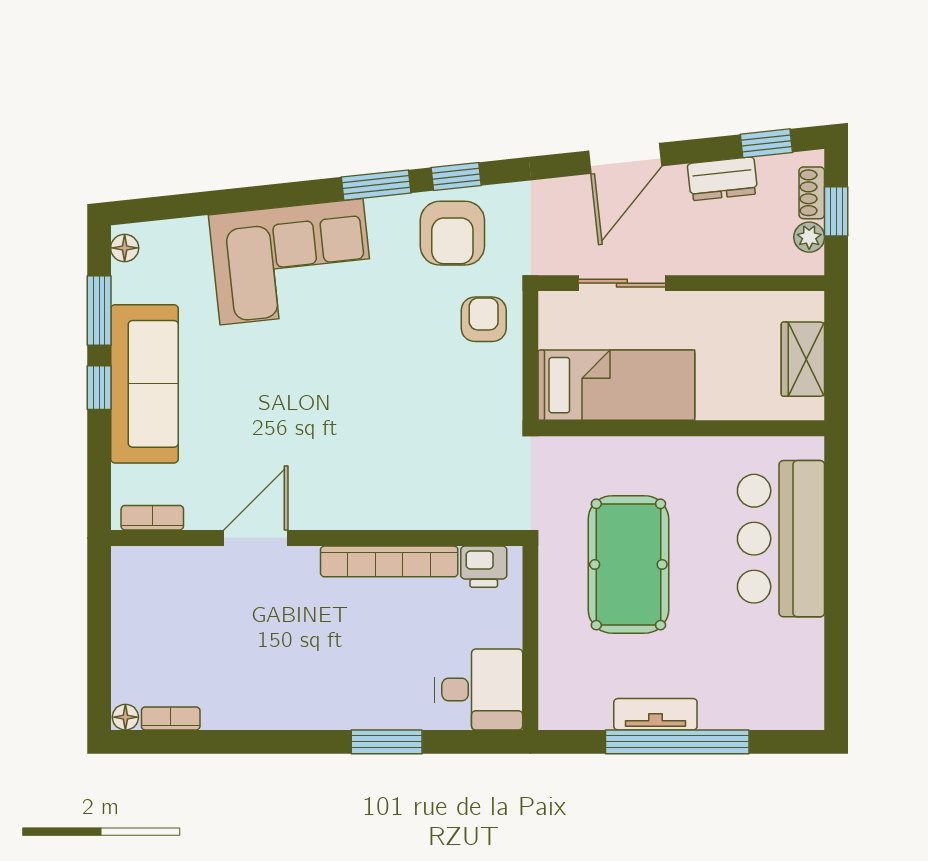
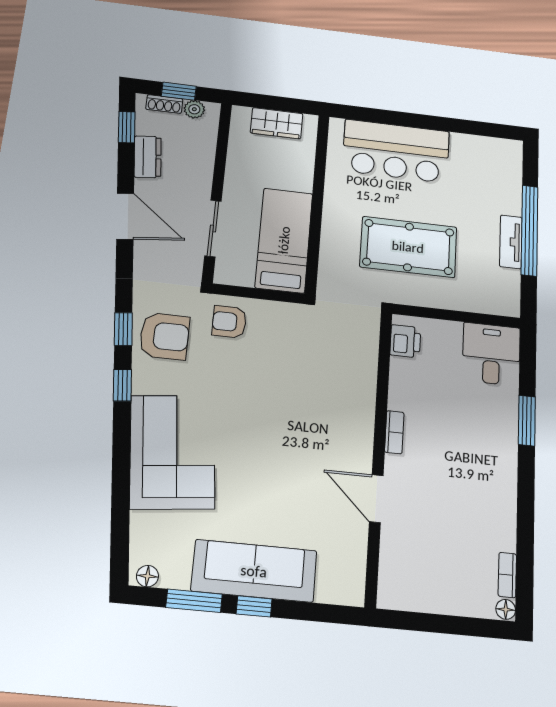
window: (376, 185) -> (122, 385), width x0.67
bookcase: (152, 518) -> (357, 574), removed
bookcase: (389, 561) -> (394, 432), width x0.43, depth x0.76

